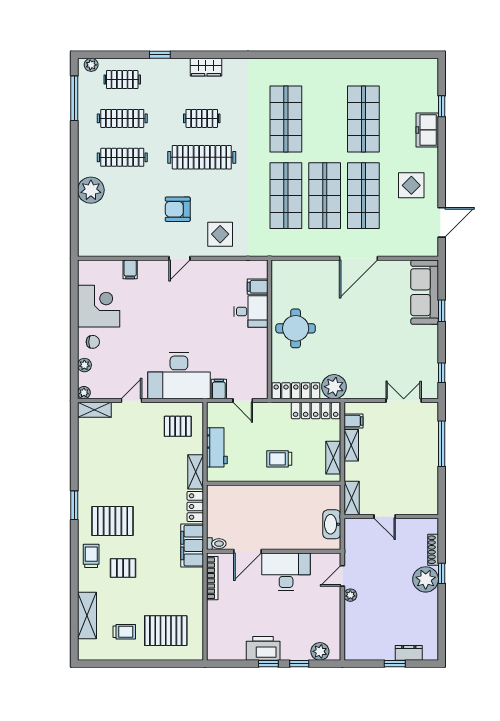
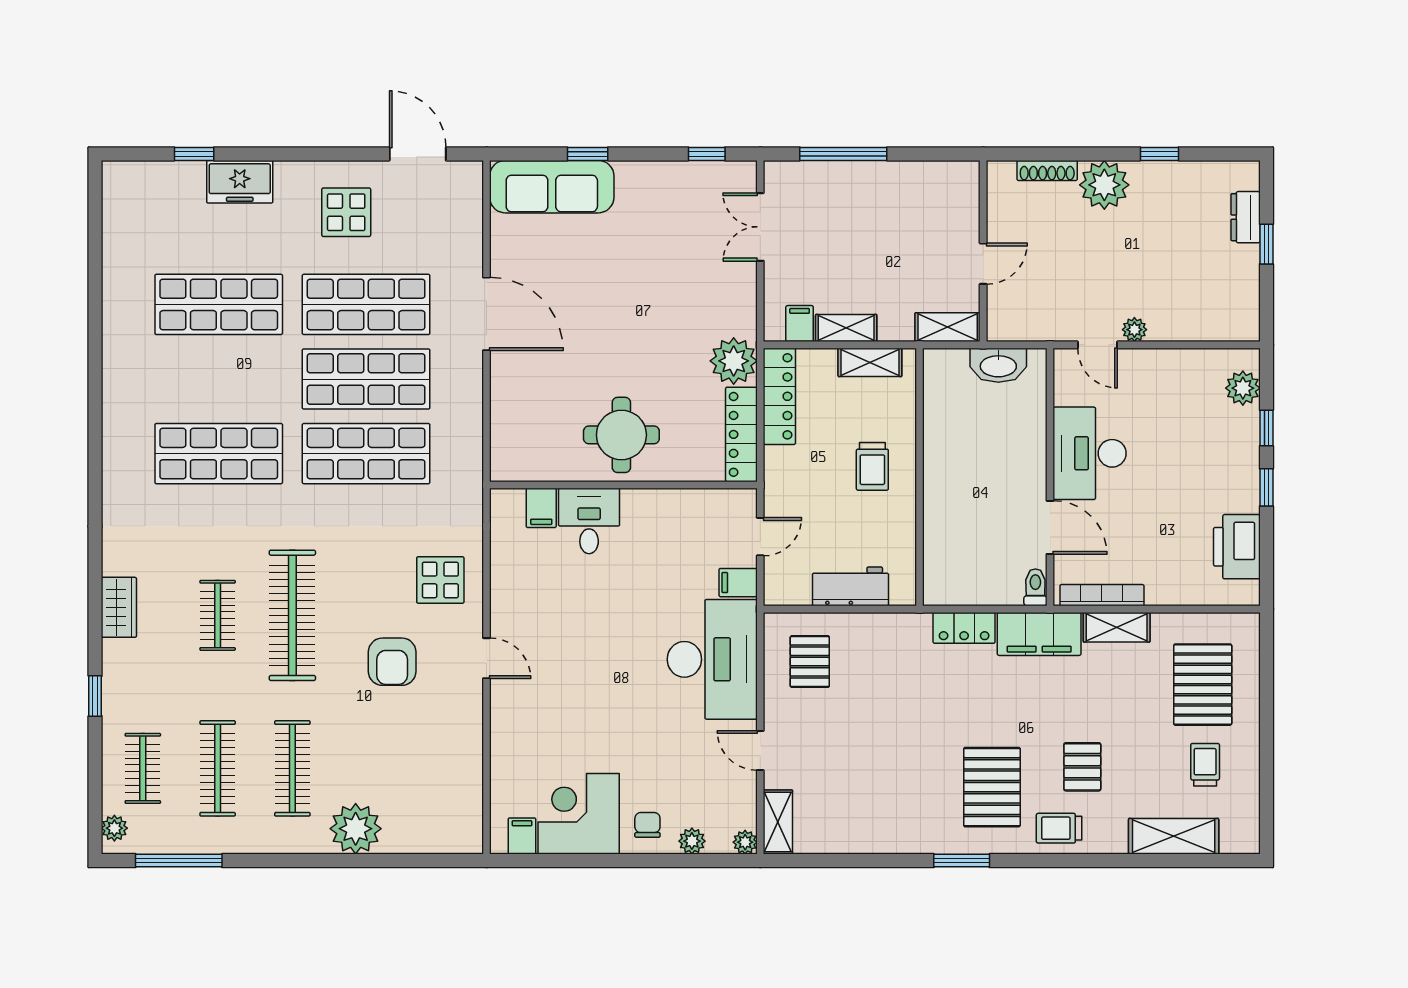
filing cabinet: (130, 269) -> (522, 836), moved, turned -90
shelving: (196, 472) -> (1117, 627), moved
window: (442, 573) -> (1159, 154), moved
printer: (263, 648) -> (1237, 547), moved

